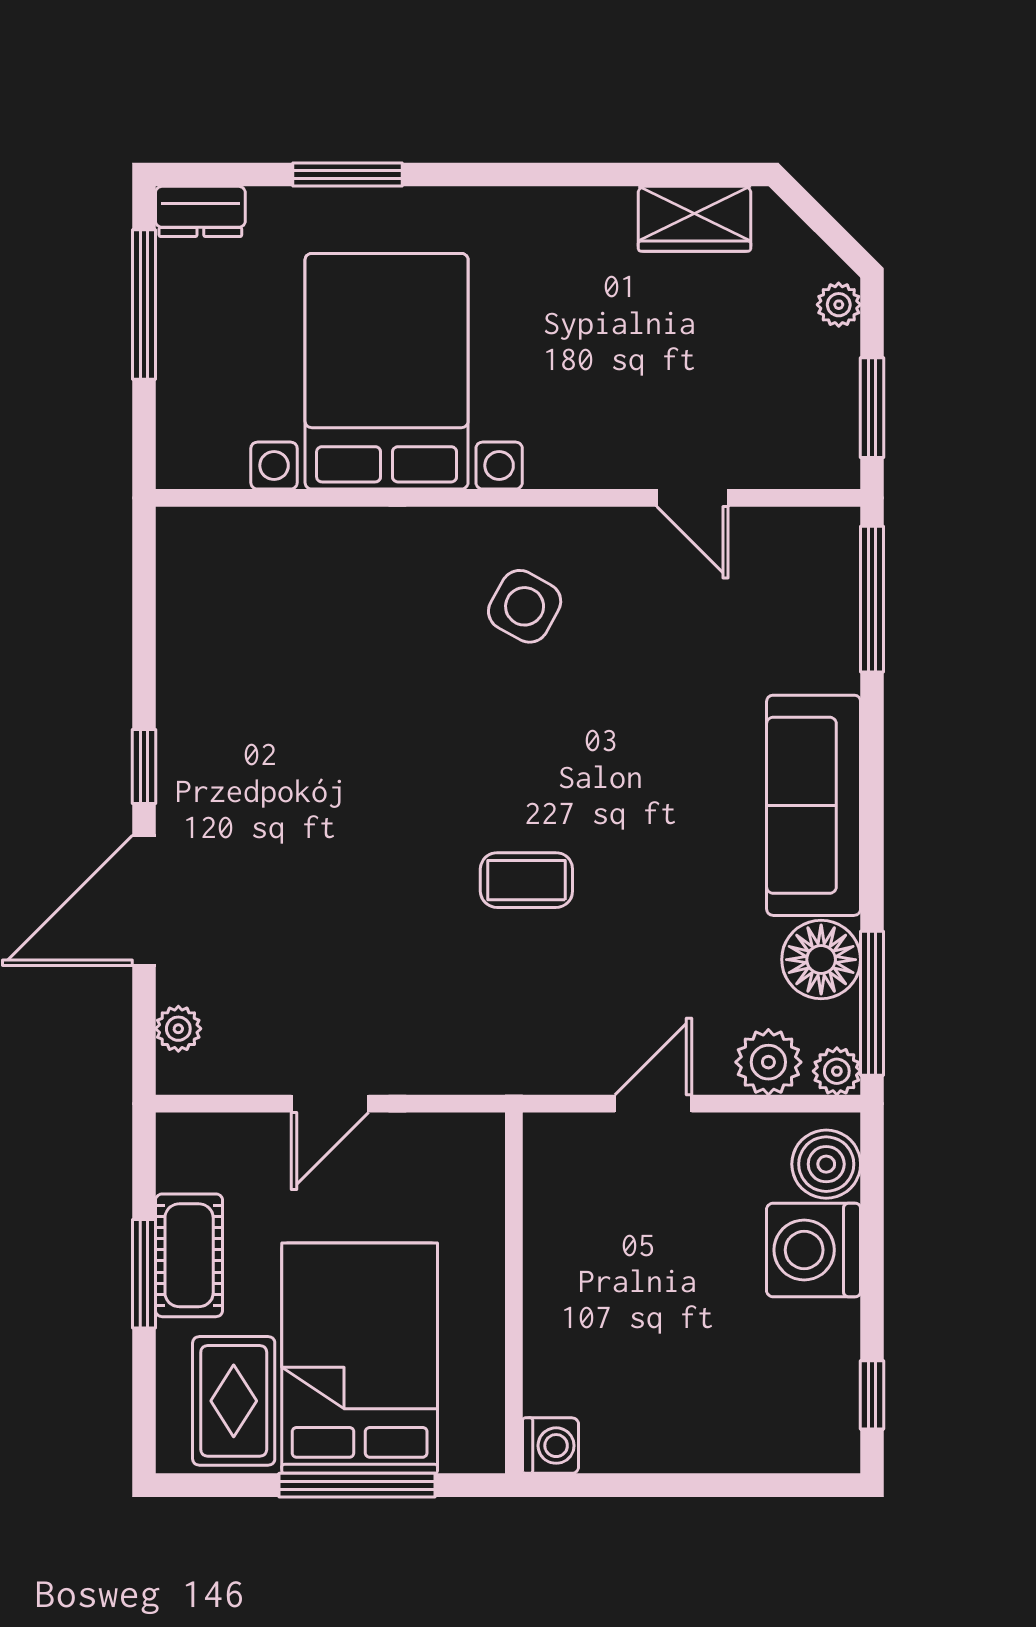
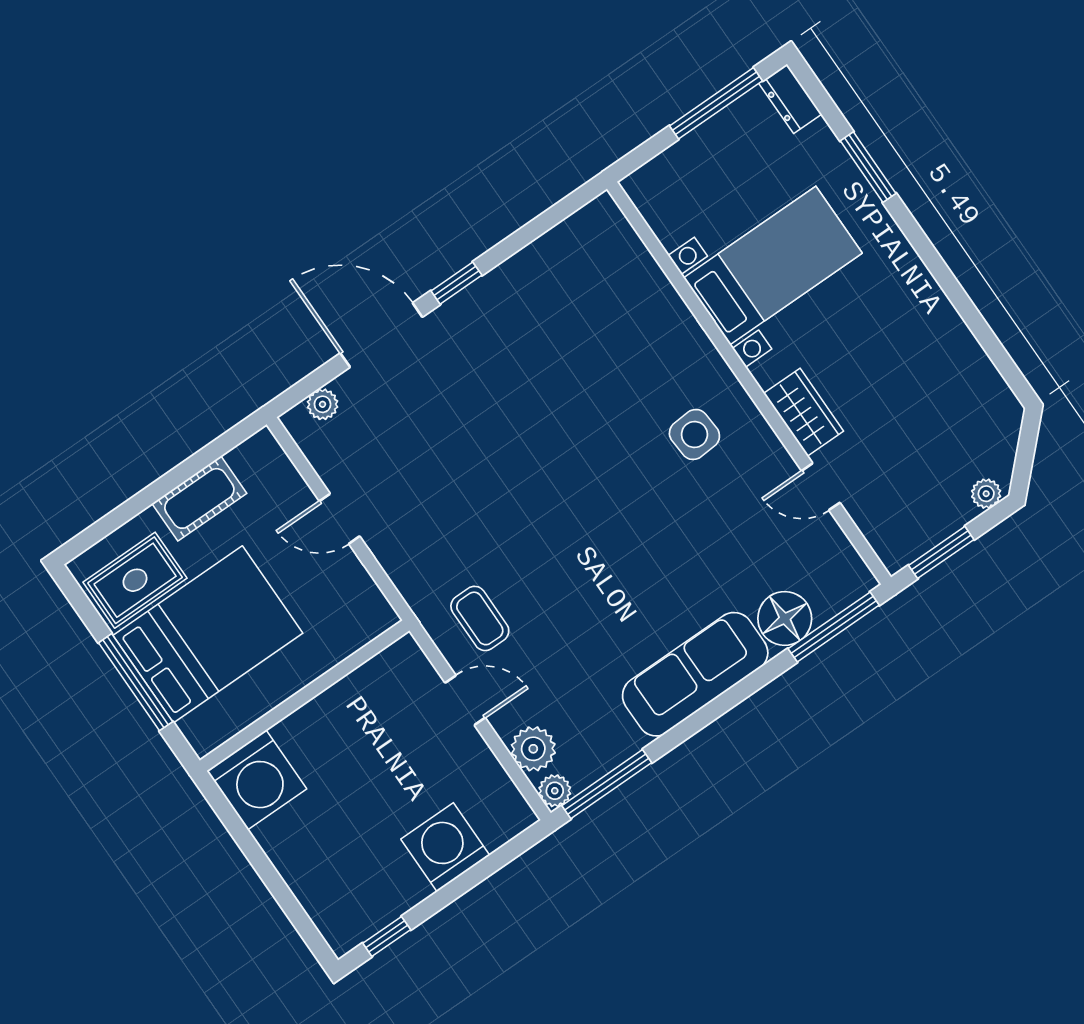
wardrobe: (694, 219) -> (804, 412), moved, turned 180
bed with nightstands: (387, 371) -> (773, 266), width x0.73
door: (693, 498) -> (821, 487), hinge flipped
side table: (525, 606) -> (694, 435), turned -33
coffee table: (526, 880) -> (480, 618), moved
floor lamp: (821, 960) -> (785, 618), moved
boiler: (826, 1164) -> (498, 821), removed
window: (144, 1274) -> (172, 480), removed
washing machine: (551, 1446) -> (257, 780), width x1.89, depth x1.89

